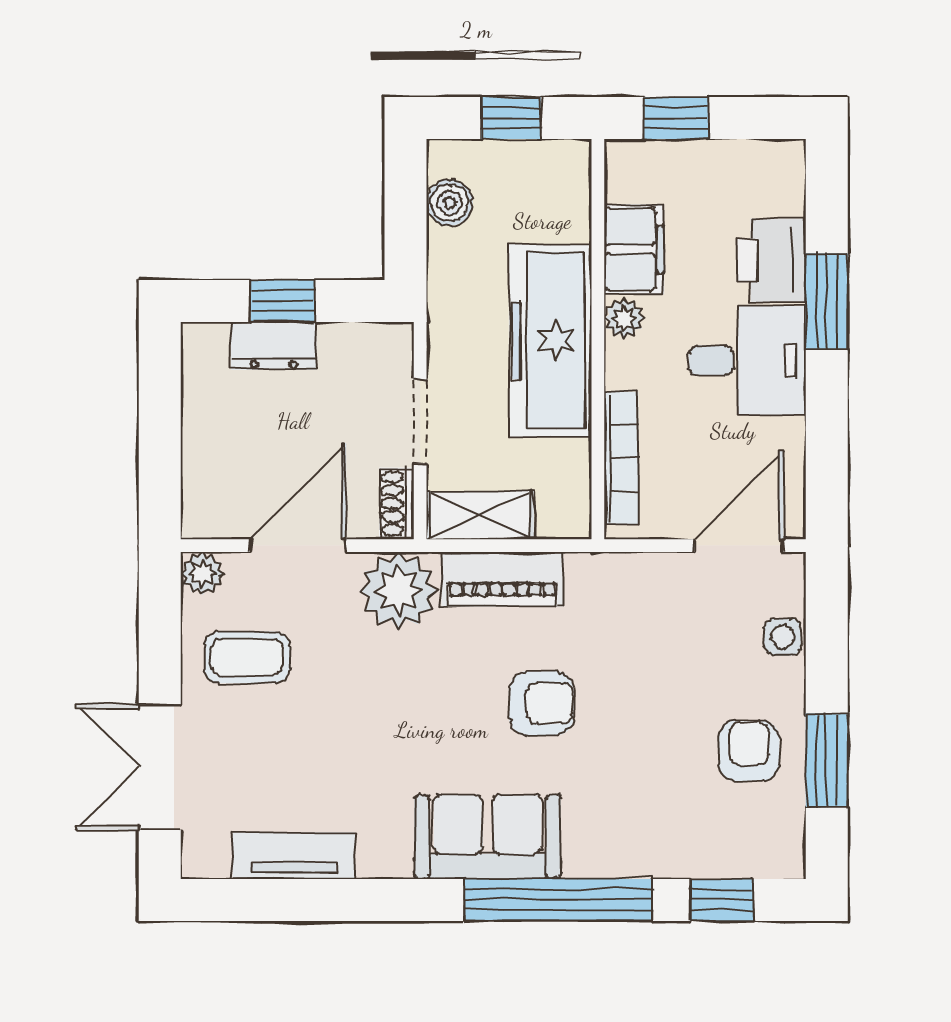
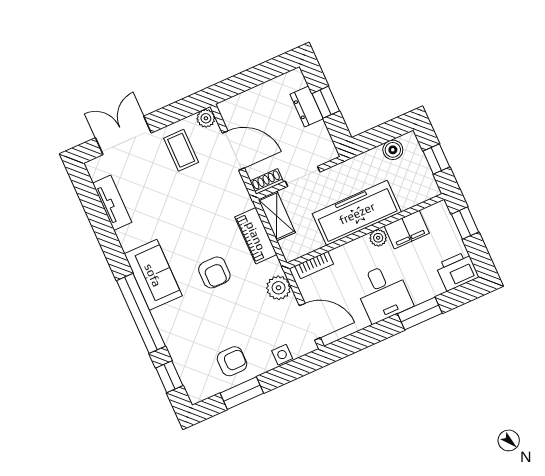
printer: (771, 260) -> (457, 271), moved
bookcase: (621, 458) -> (314, 265), width x0.64
plant: (399, 591) -> (279, 288), moved, width x0.73, depth x0.73

